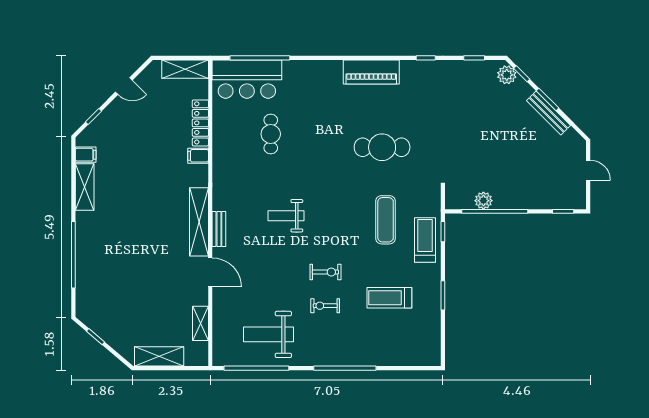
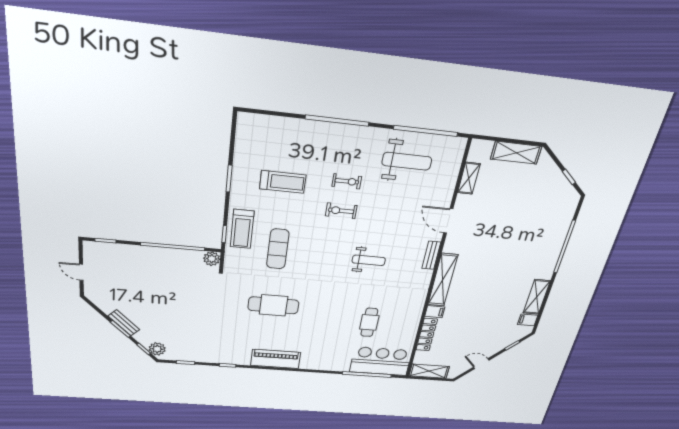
bench: (549, 113) -> (124, 323), width x0.73
plant: (483, 201) -> (212, 259), moved
shelving: (199, 222) -> (443, 280), moved

